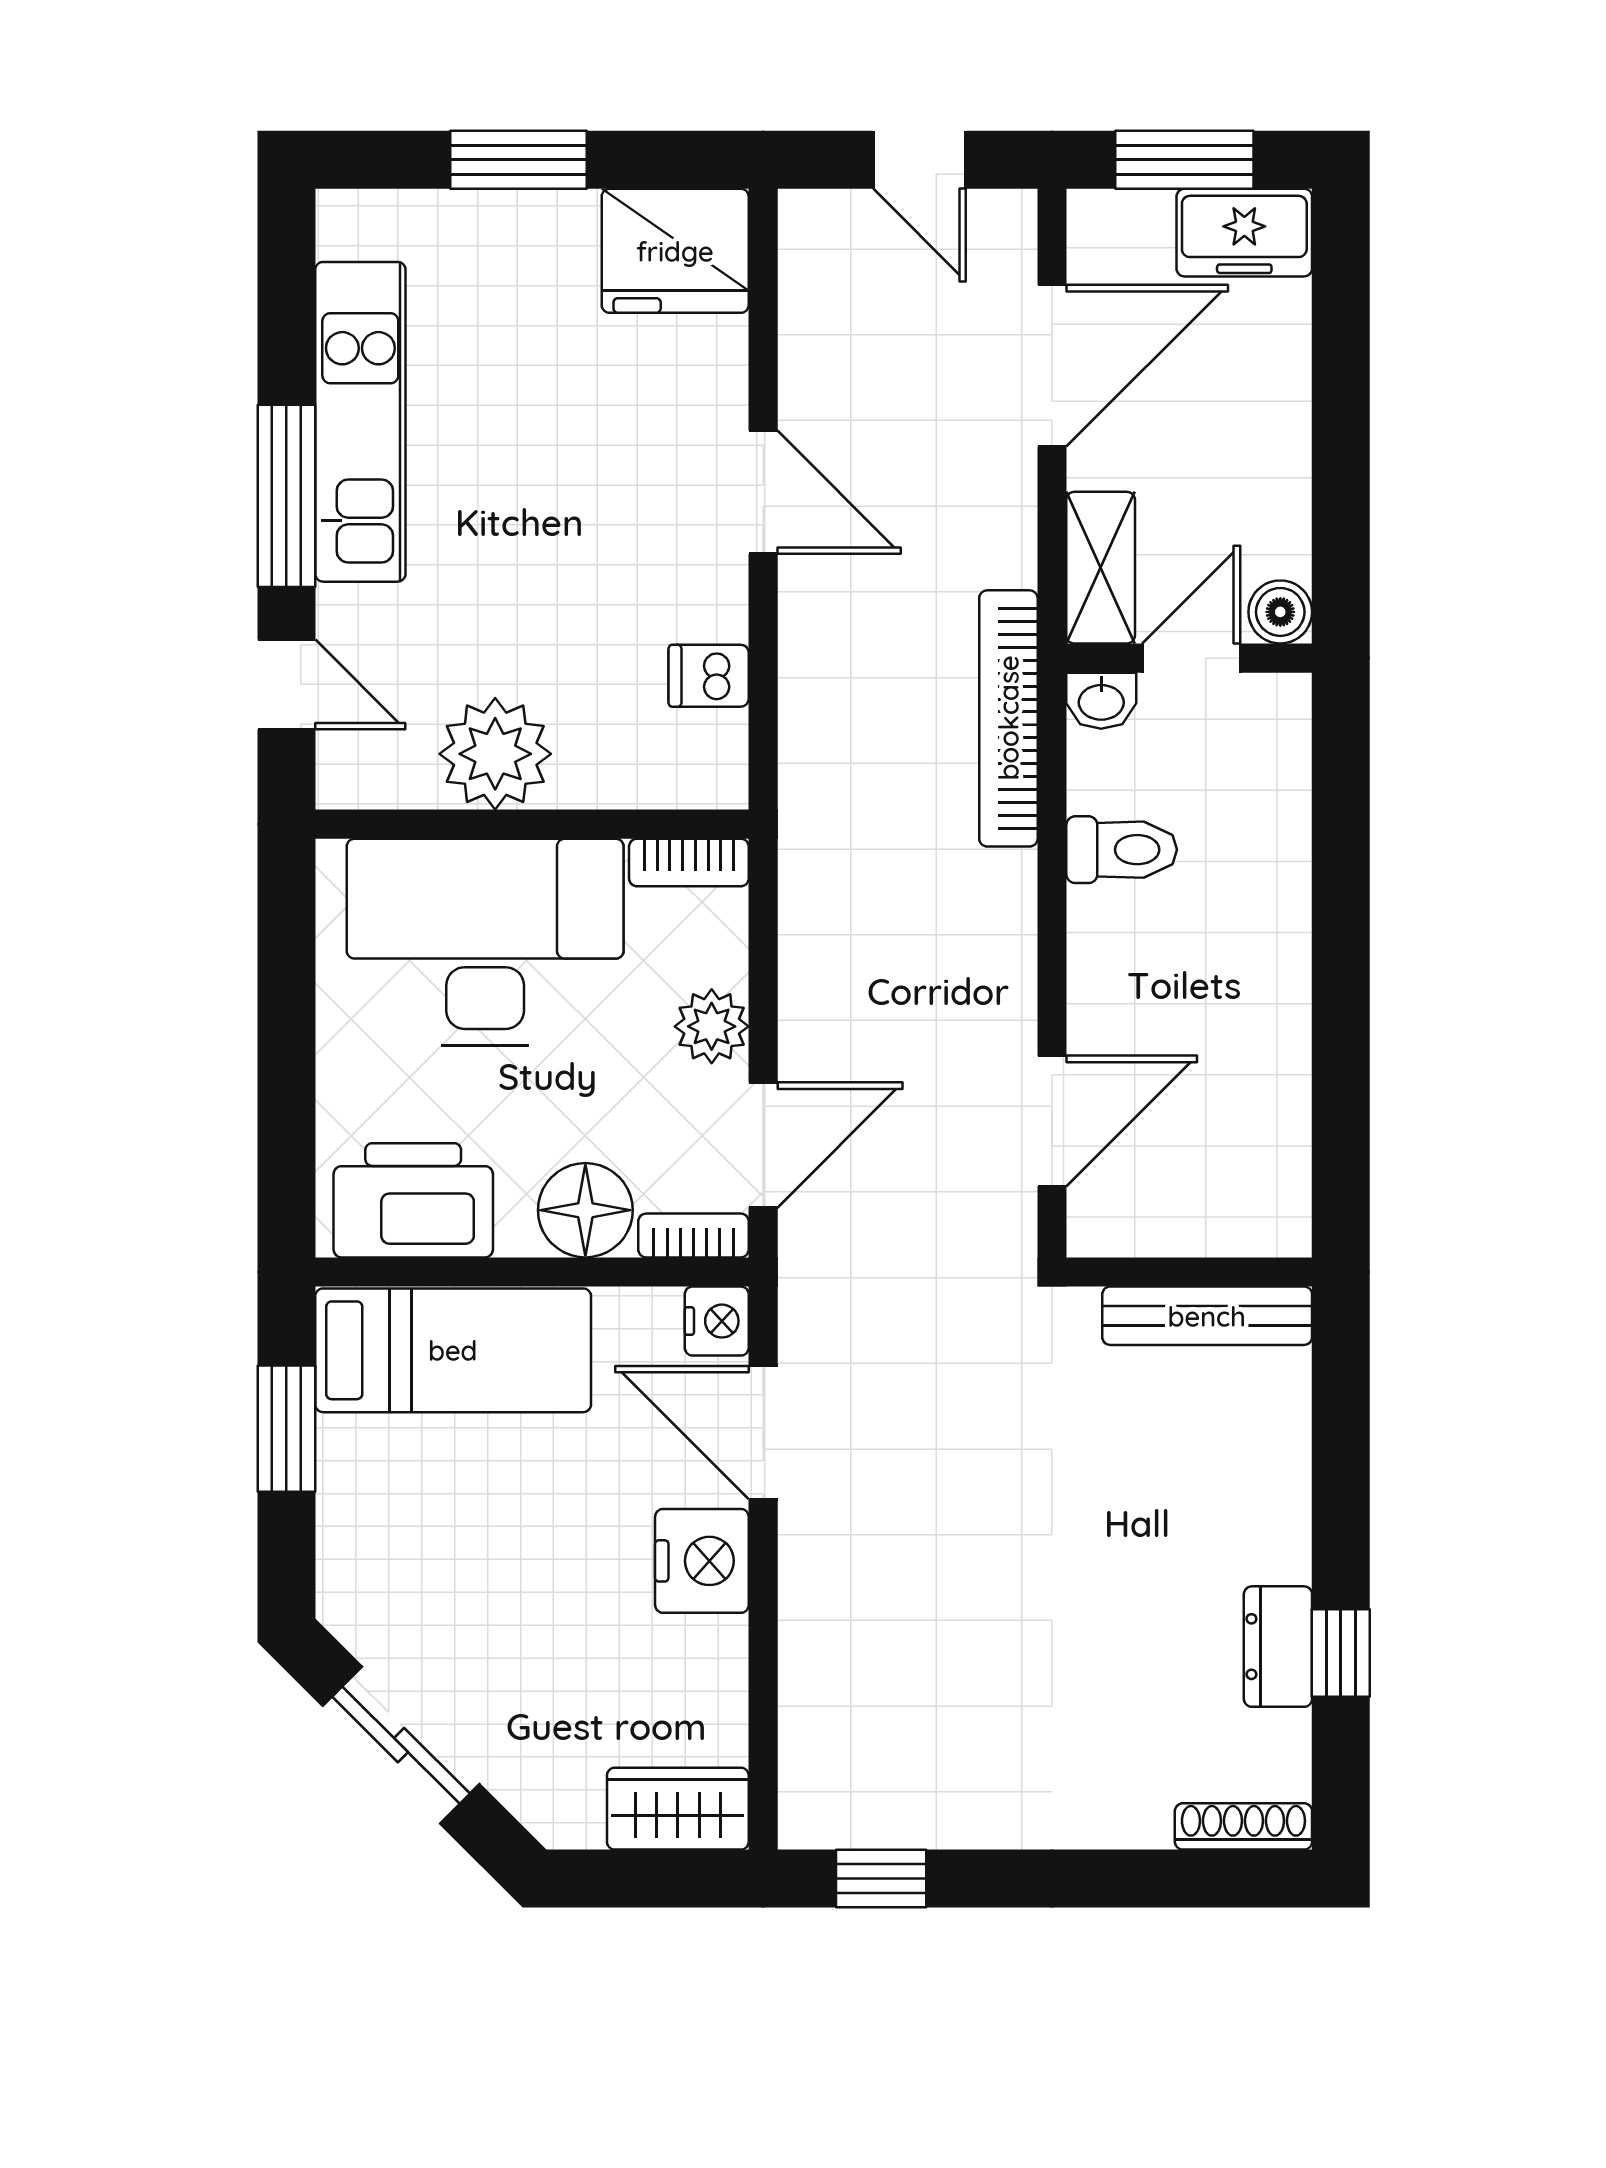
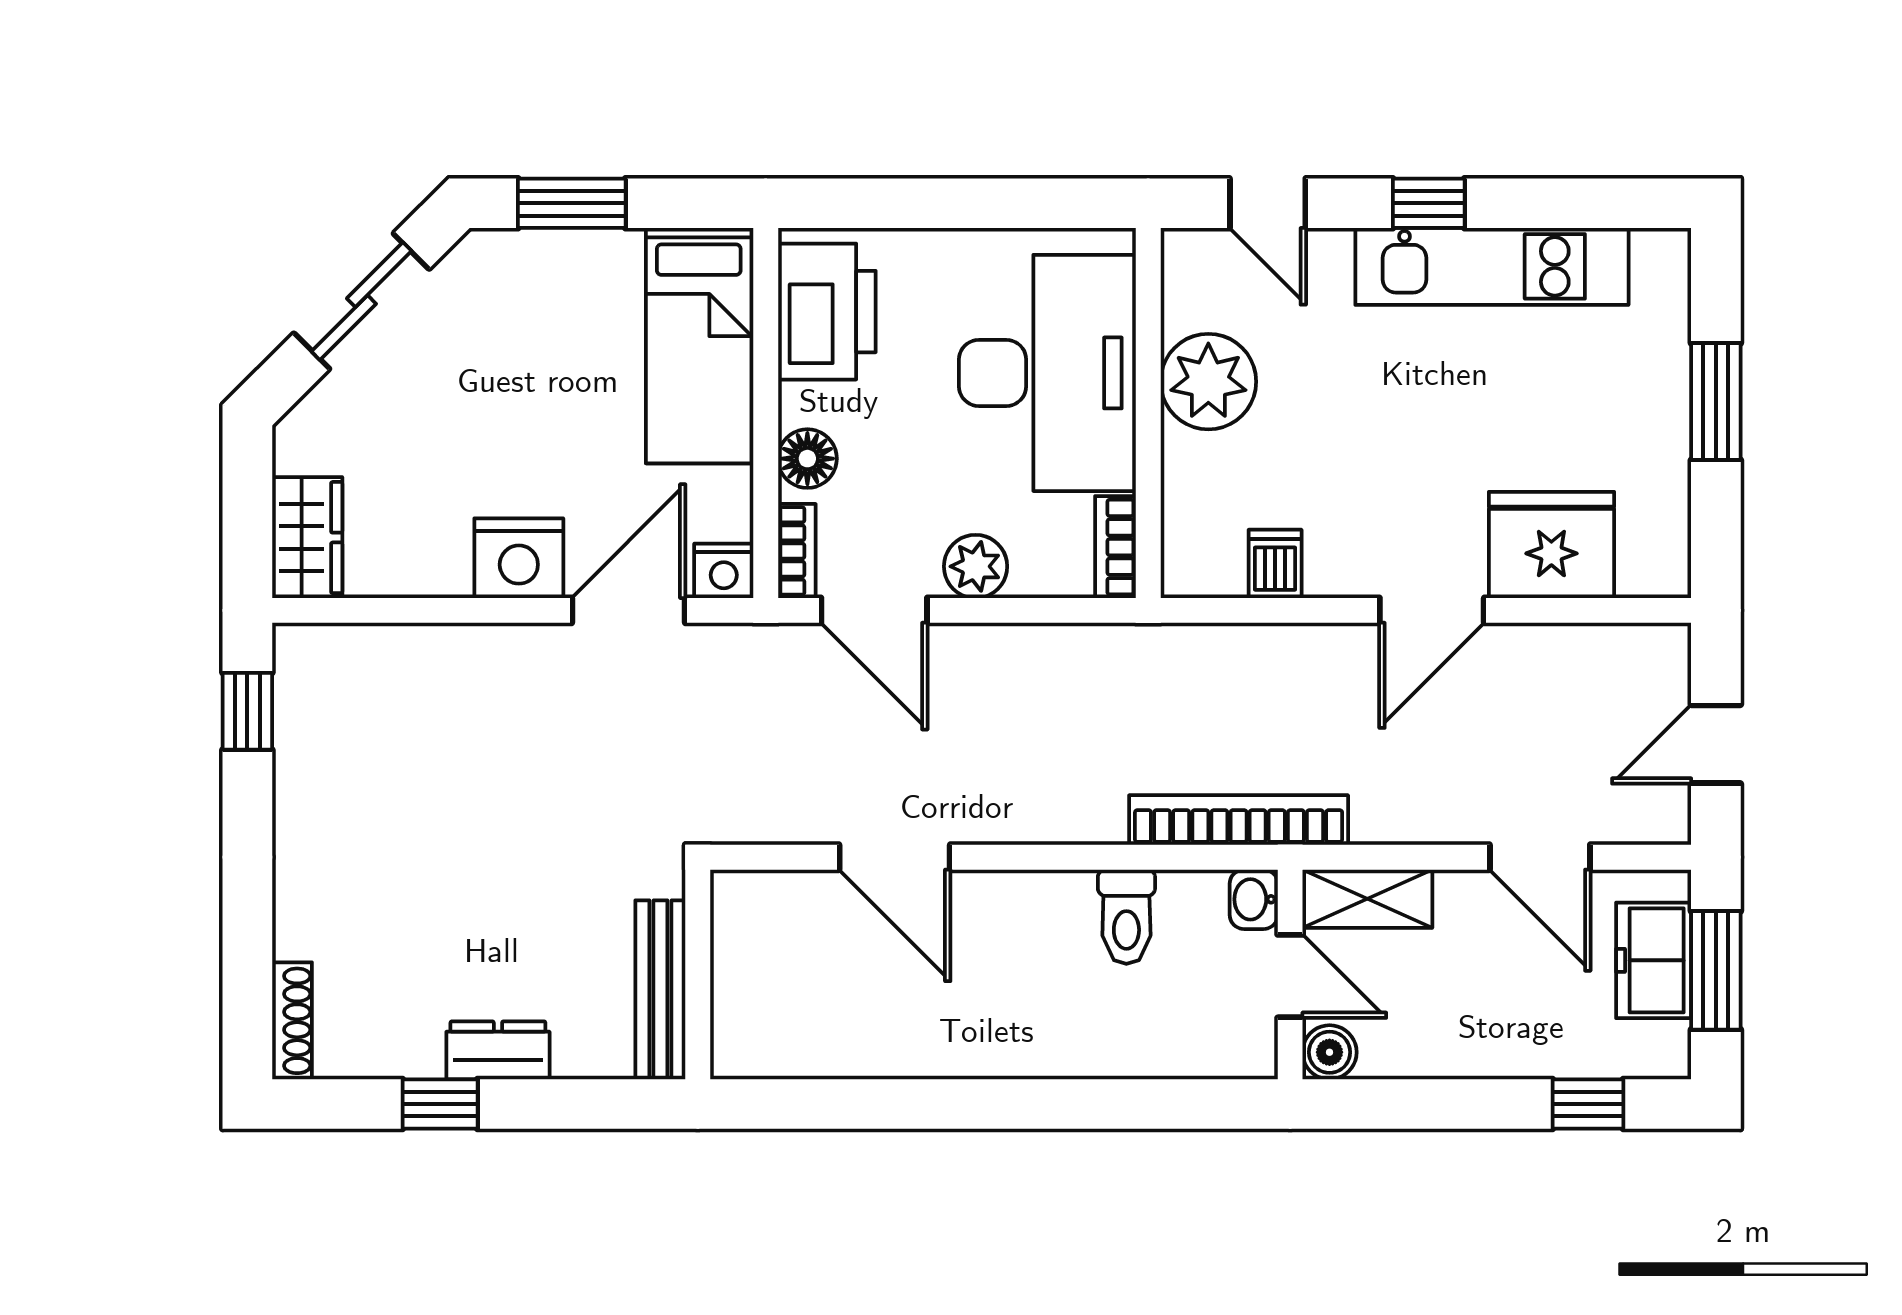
freezer: (1244, 233) -> (1654, 960), moved
fridge: (675, 251) -> (1551, 545), moved, turned 90
window: (1341, 309) -> (1588, 1104), added
door: (1052, 366) -> (1540, 857), width x0.73
window: (286, 496) -> (1429, 203), width x0.46
door: (286, 684) -> (1268, 203), hinge flipped
floor lamp: (585, 1210) -> (807, 459), width x0.73, depth x0.73
wall: (1189, 1272) -> (698, 974), moved
bench: (1207, 1316) -> (660, 990), moved
window: (286, 1429) -> (572, 203), moved
dresser: (1278, 1647) -> (498, 1050), moved

